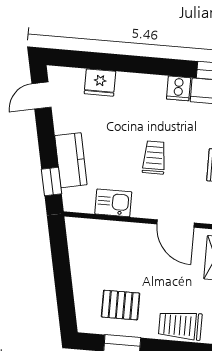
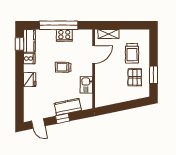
fridge: (100, 83) -> (30, 80), moved
window: (52, 182) -> (63, 118), moved
trolley: (180, 325) -> (132, 53), moved

